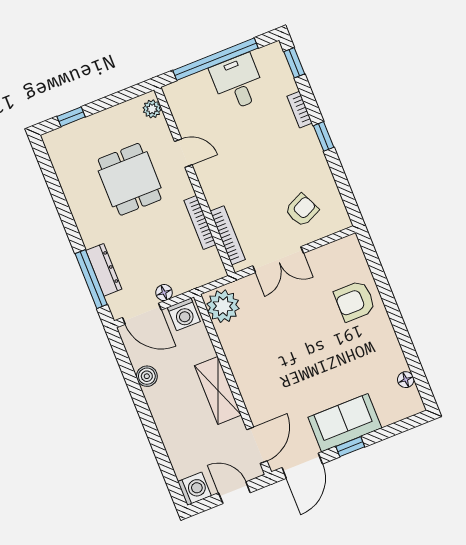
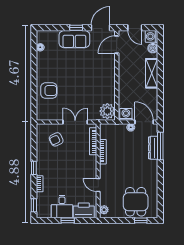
window: (215, 59) -> (68, 220), width x0.32
printer: (192, 92) -> (84, 210), added
dining table: (130, 179) -> (136, 202), moved
boiler: (147, 376) -> (153, 48), moved
shelving: (218, 390) -> (152, 73), moved

